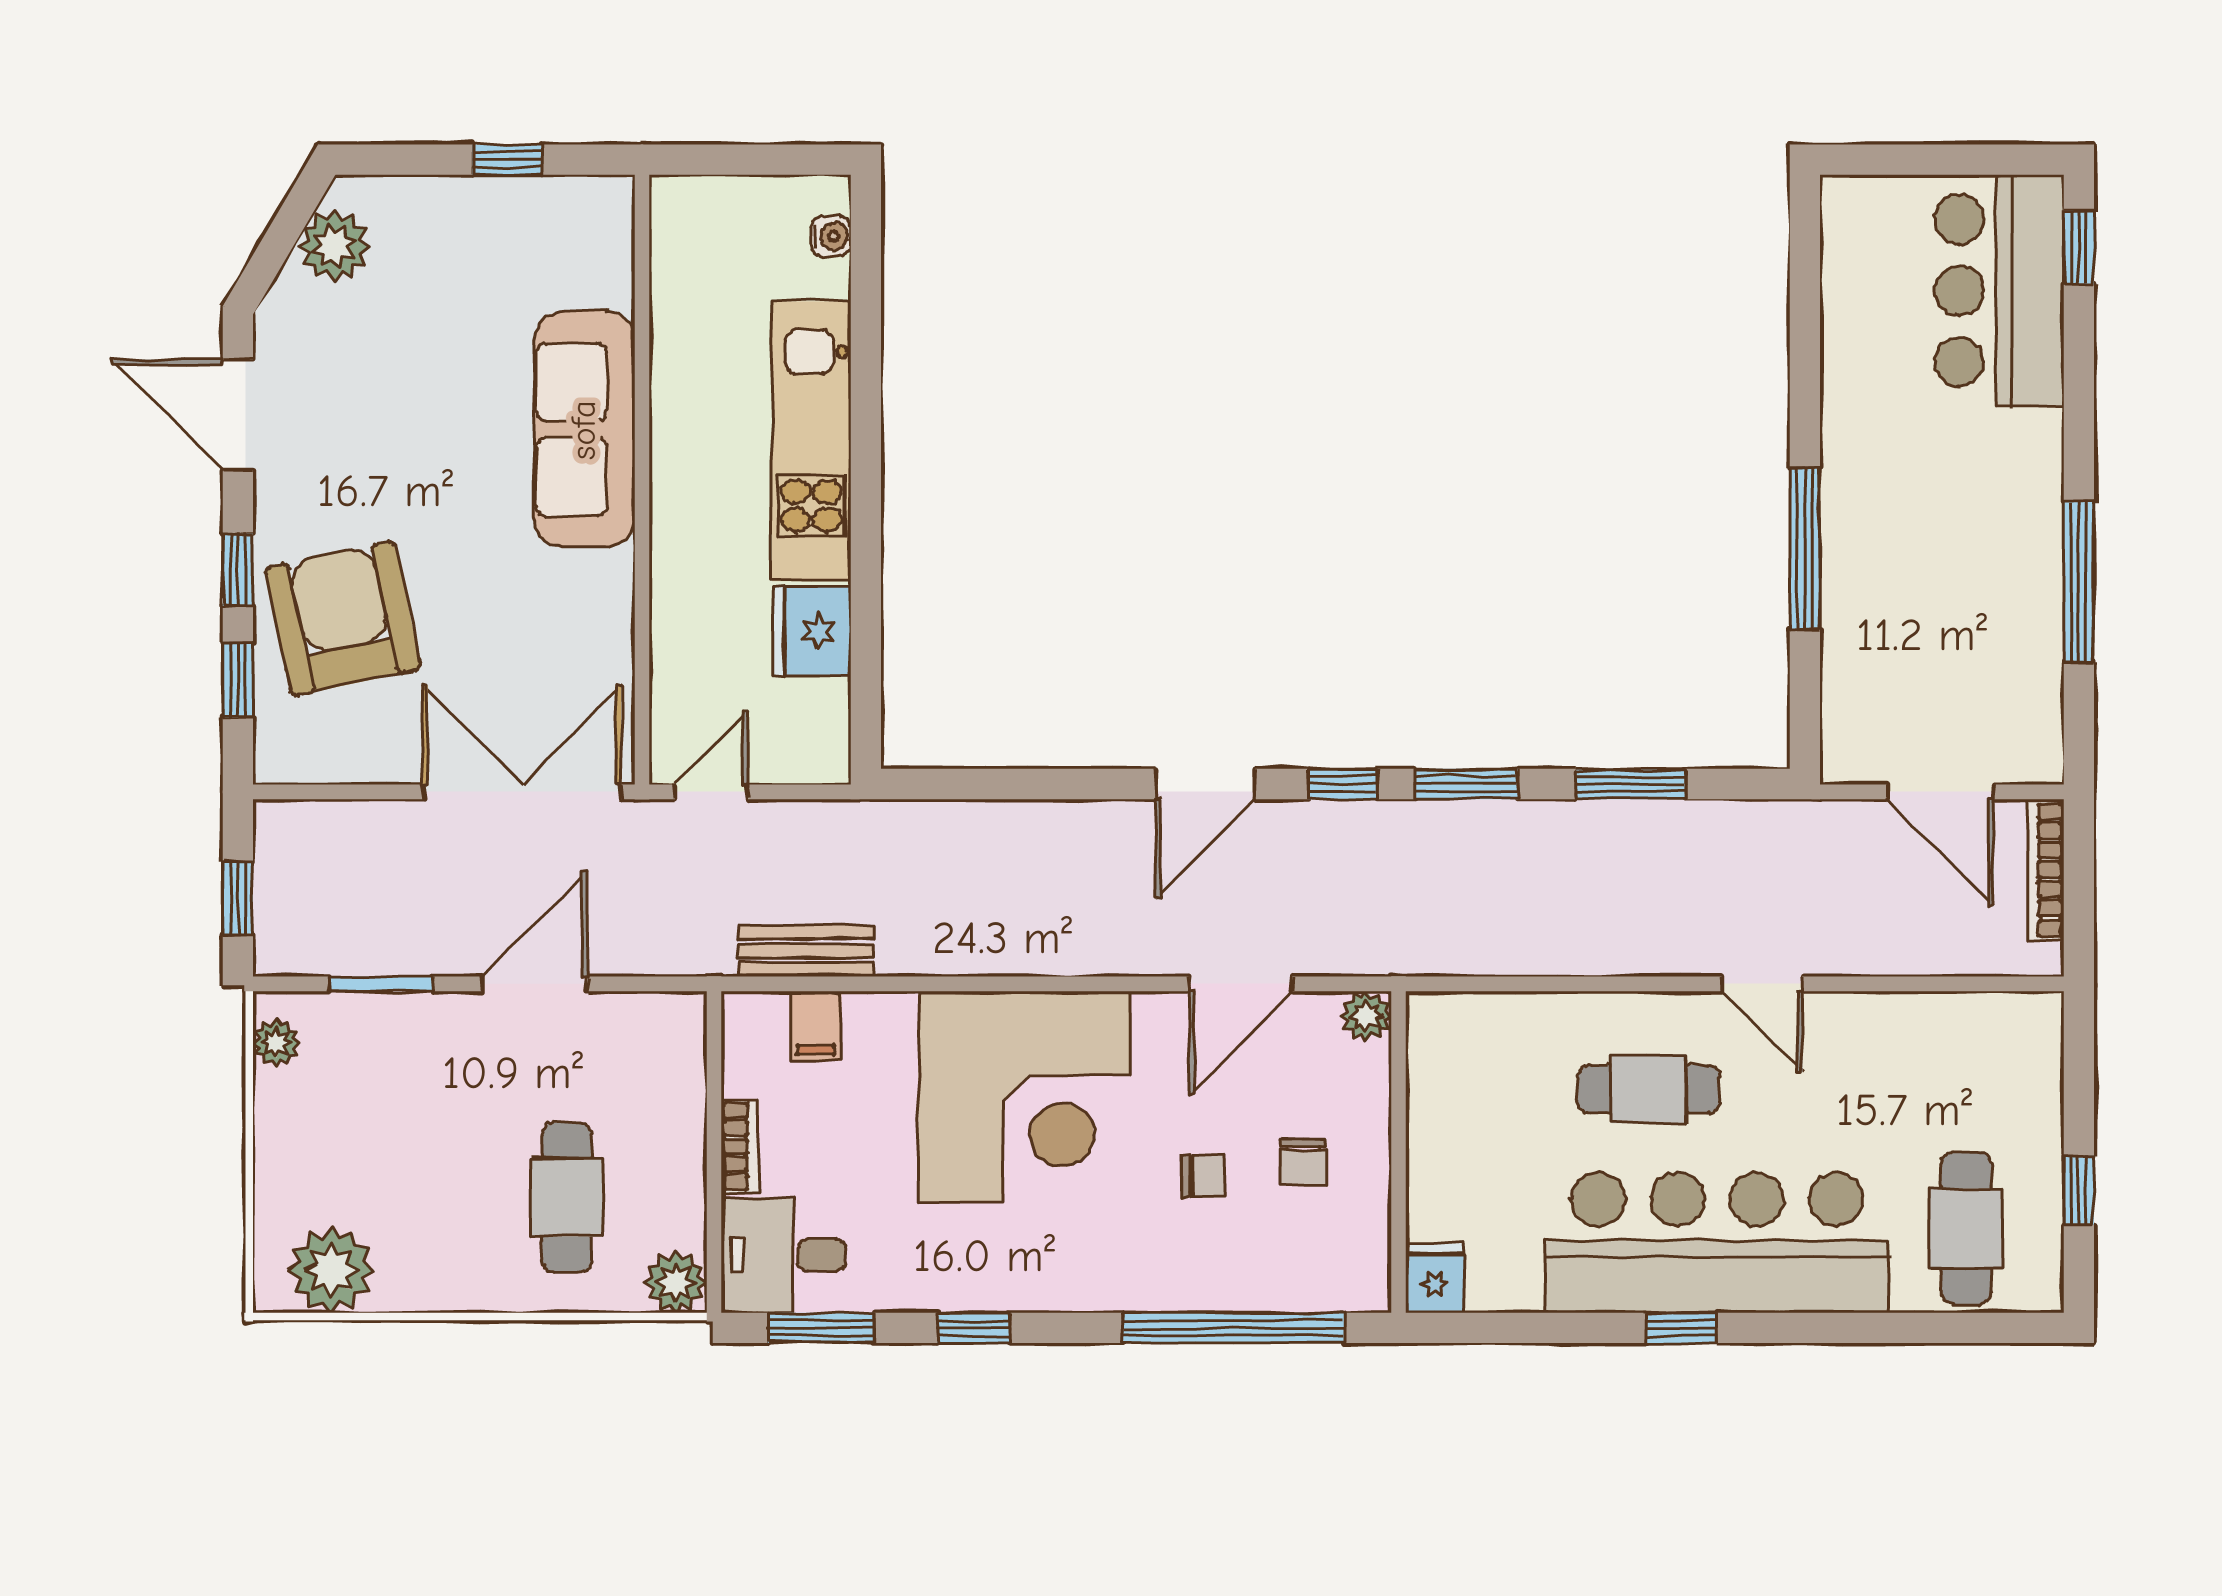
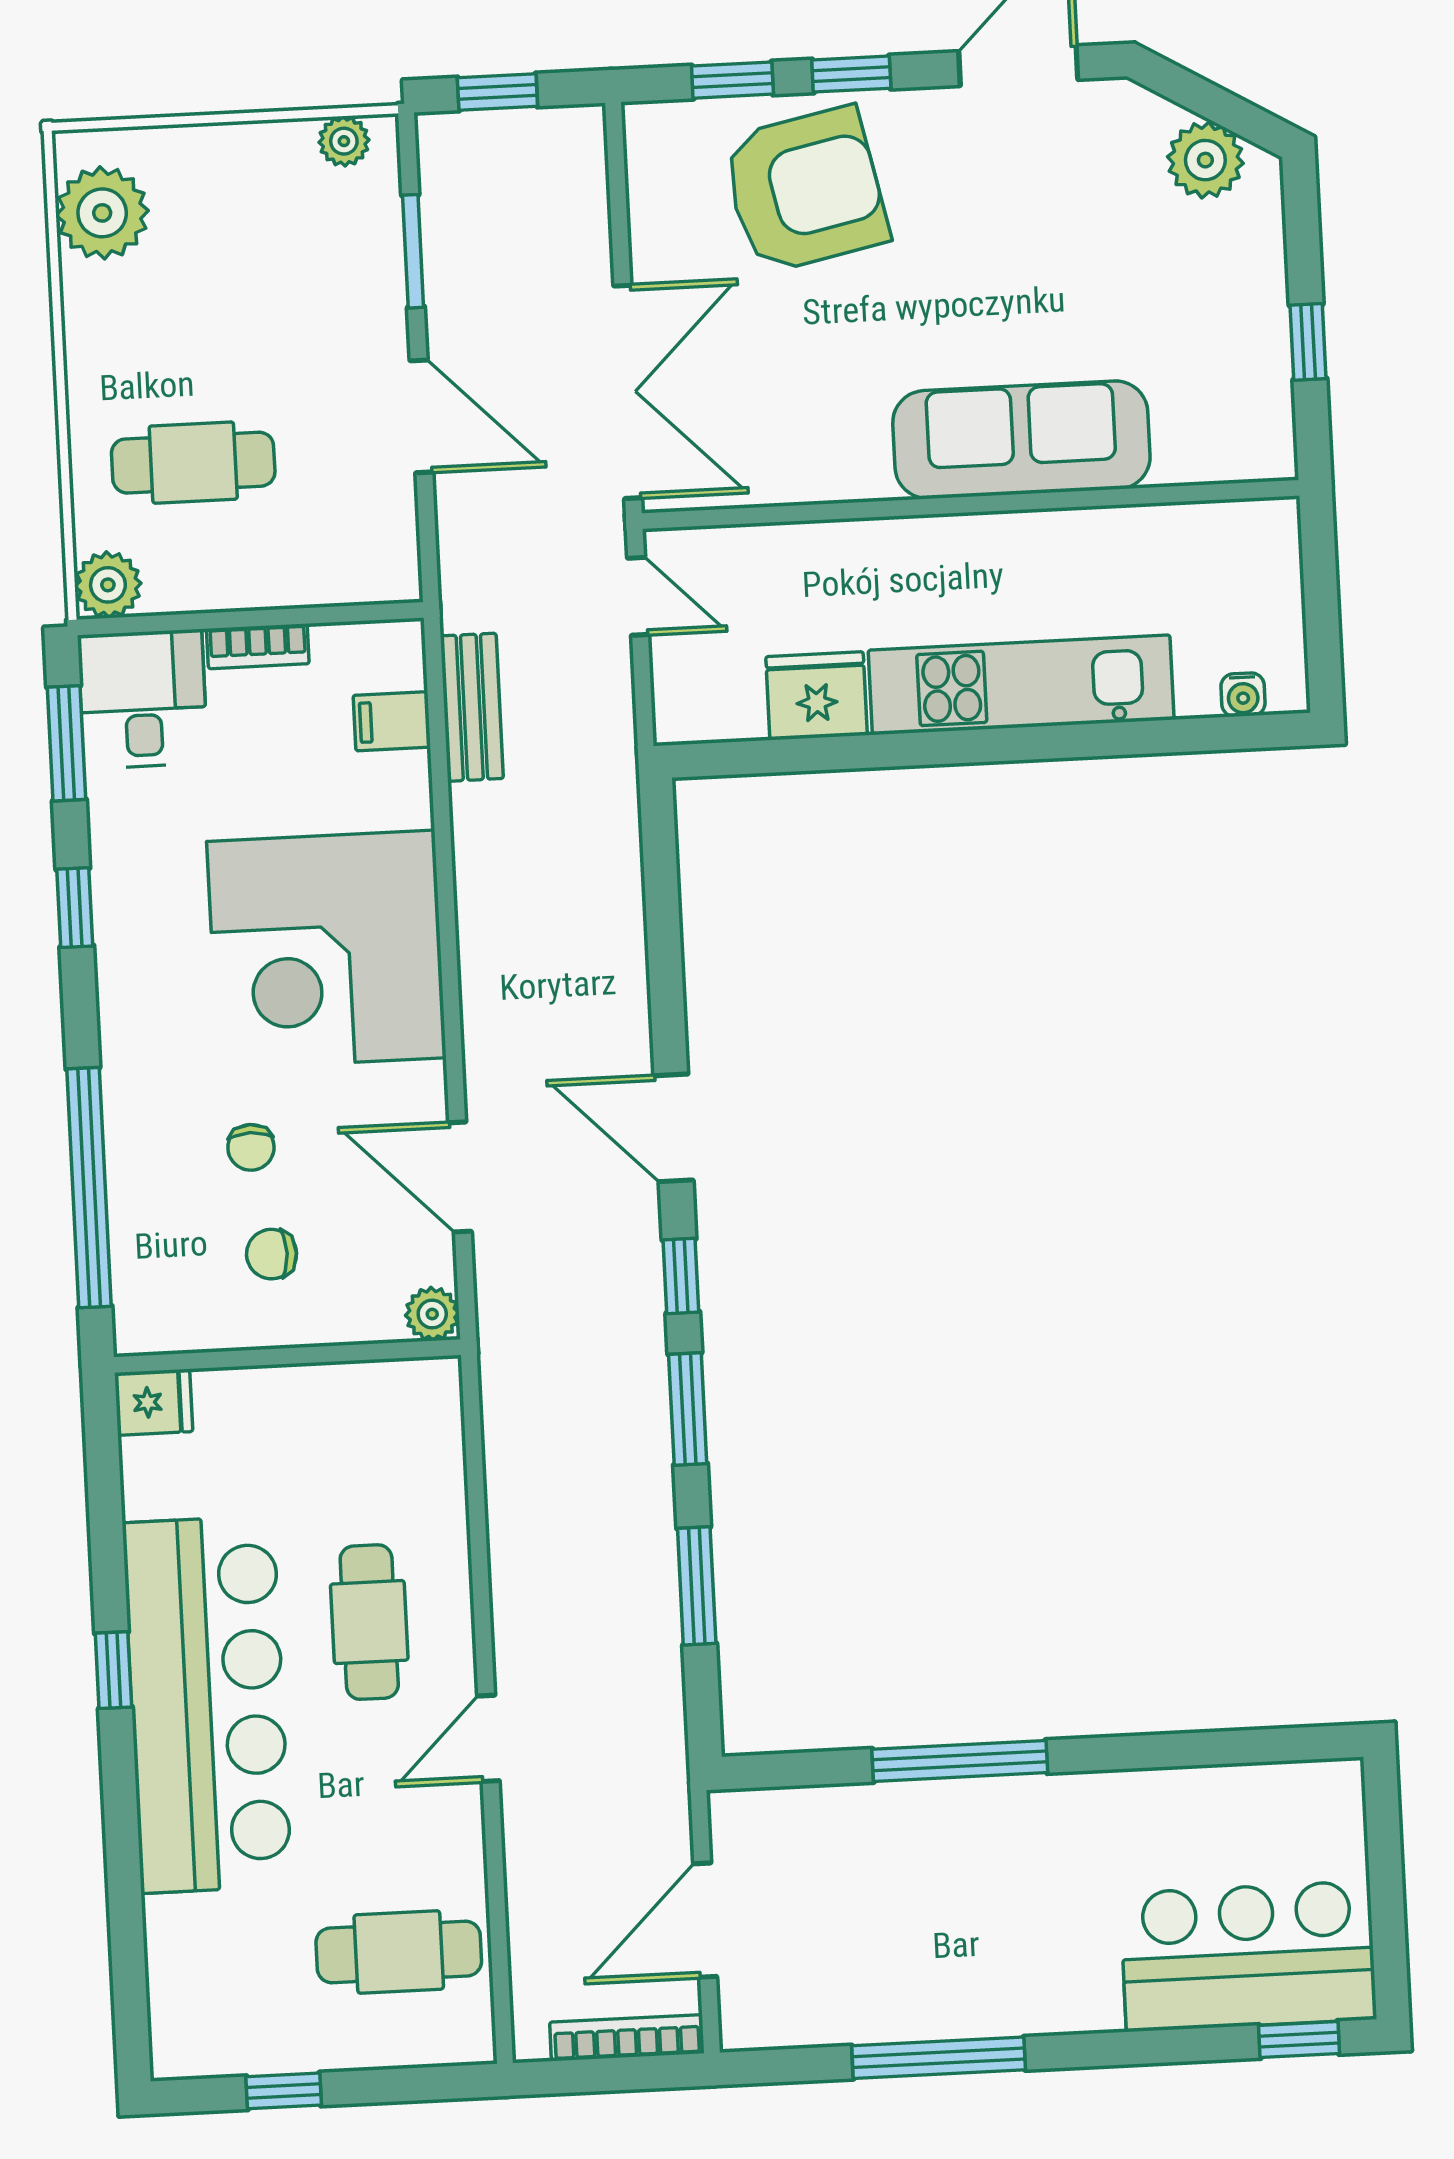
cafe table: (1966, 1228) -> (399, 1952), moved

